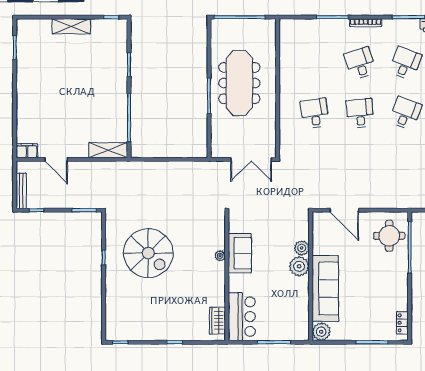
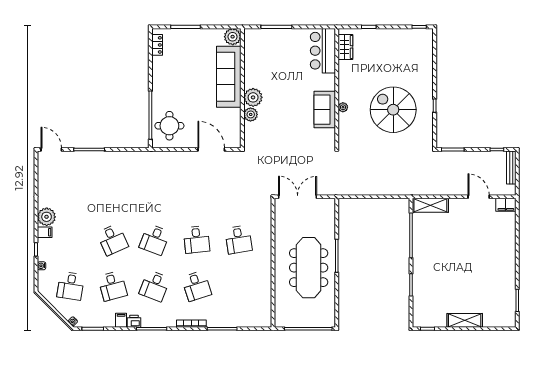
sofa: (240, 253) -> (325, 110), moved
plant: (220, 256) -> (343, 107), moved
wall: (227, 276) -> (337, 88), moved
bar counter: (242, 317) -> (323, 51), moved
wardrobe: (217, 321) -> (345, 47), moved

